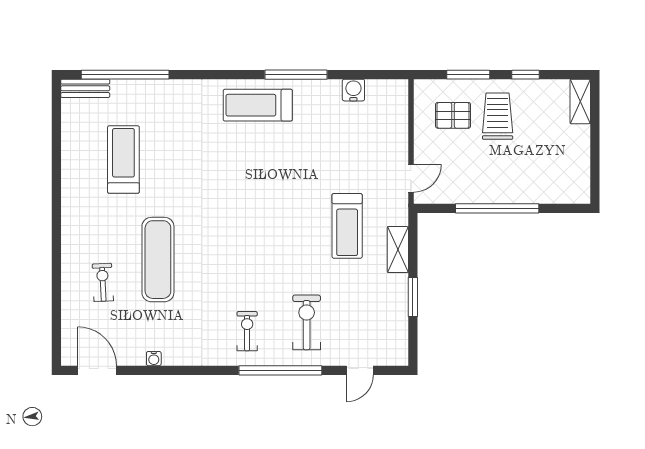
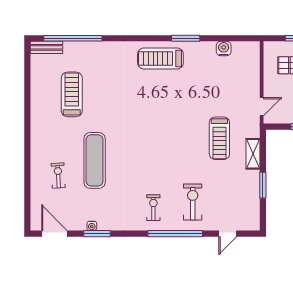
window: (296, 75) -> (186, 38), width x0.69
window: (162, 370) -> (97, 234), added

